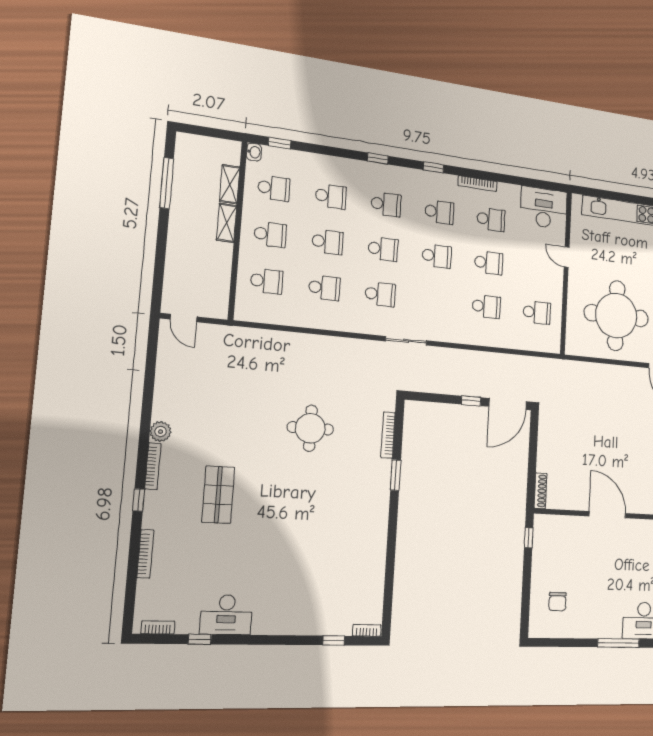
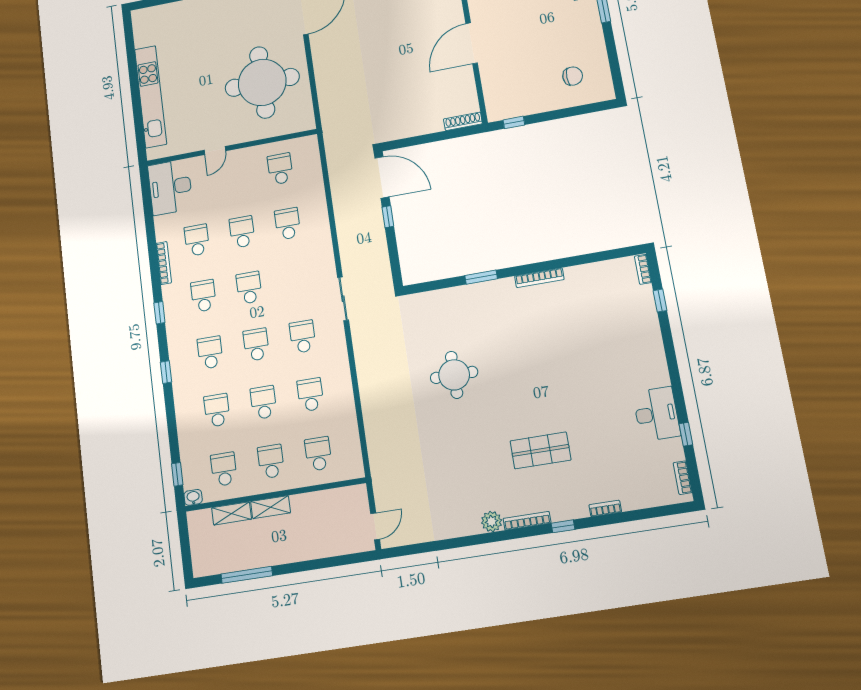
bookcase: (388, 435) -> (539, 278), moved
bookcase: (145, 554) -> (605, 508), width x0.64

